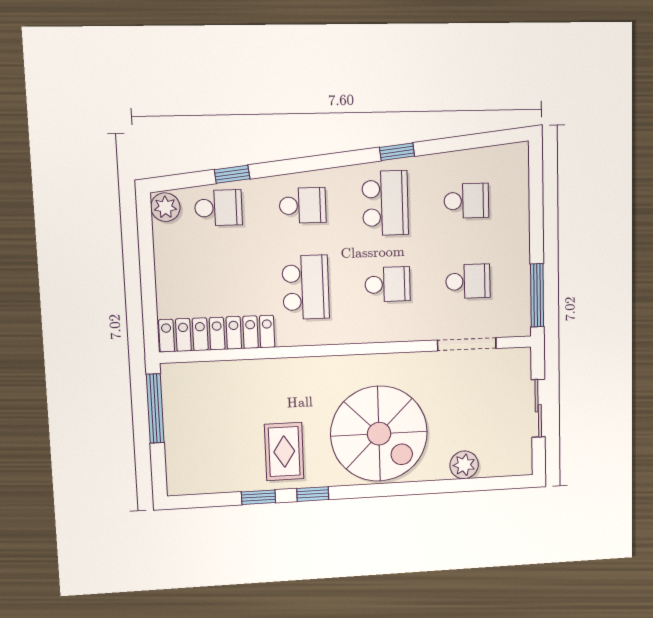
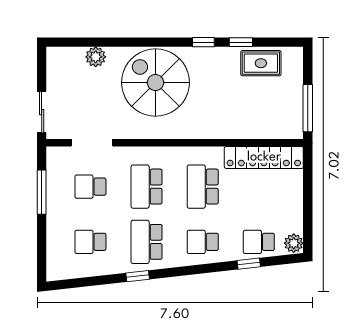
school desk: (388, 284) -> (147, 187), width x1.85
window: (537, 295) -> (42, 192), moved
sliding door: (538, 408) -> (42, 112), moved
rug: (284, 452) -> (261, 63), moved, turned 90

